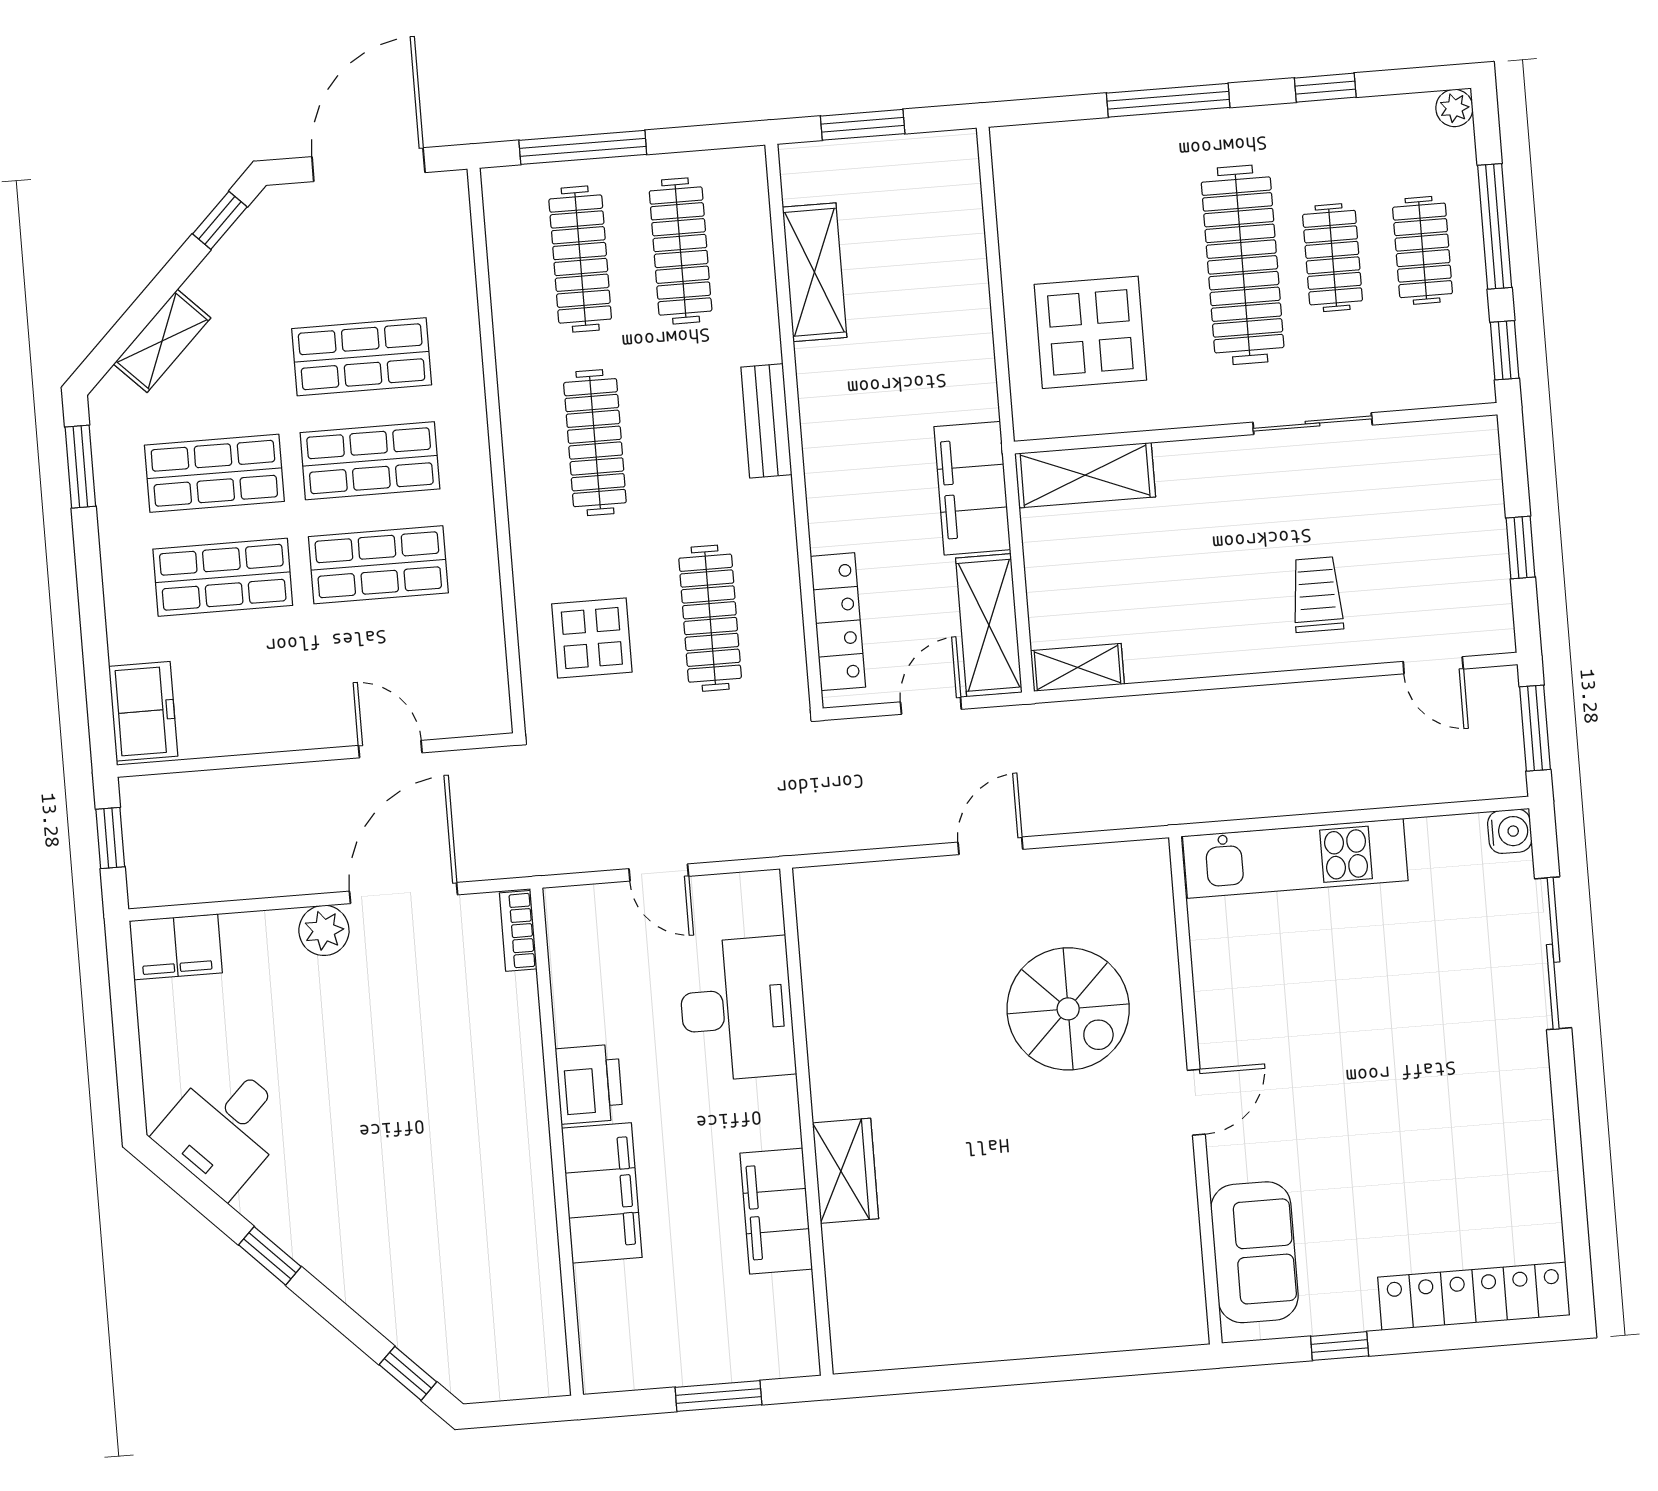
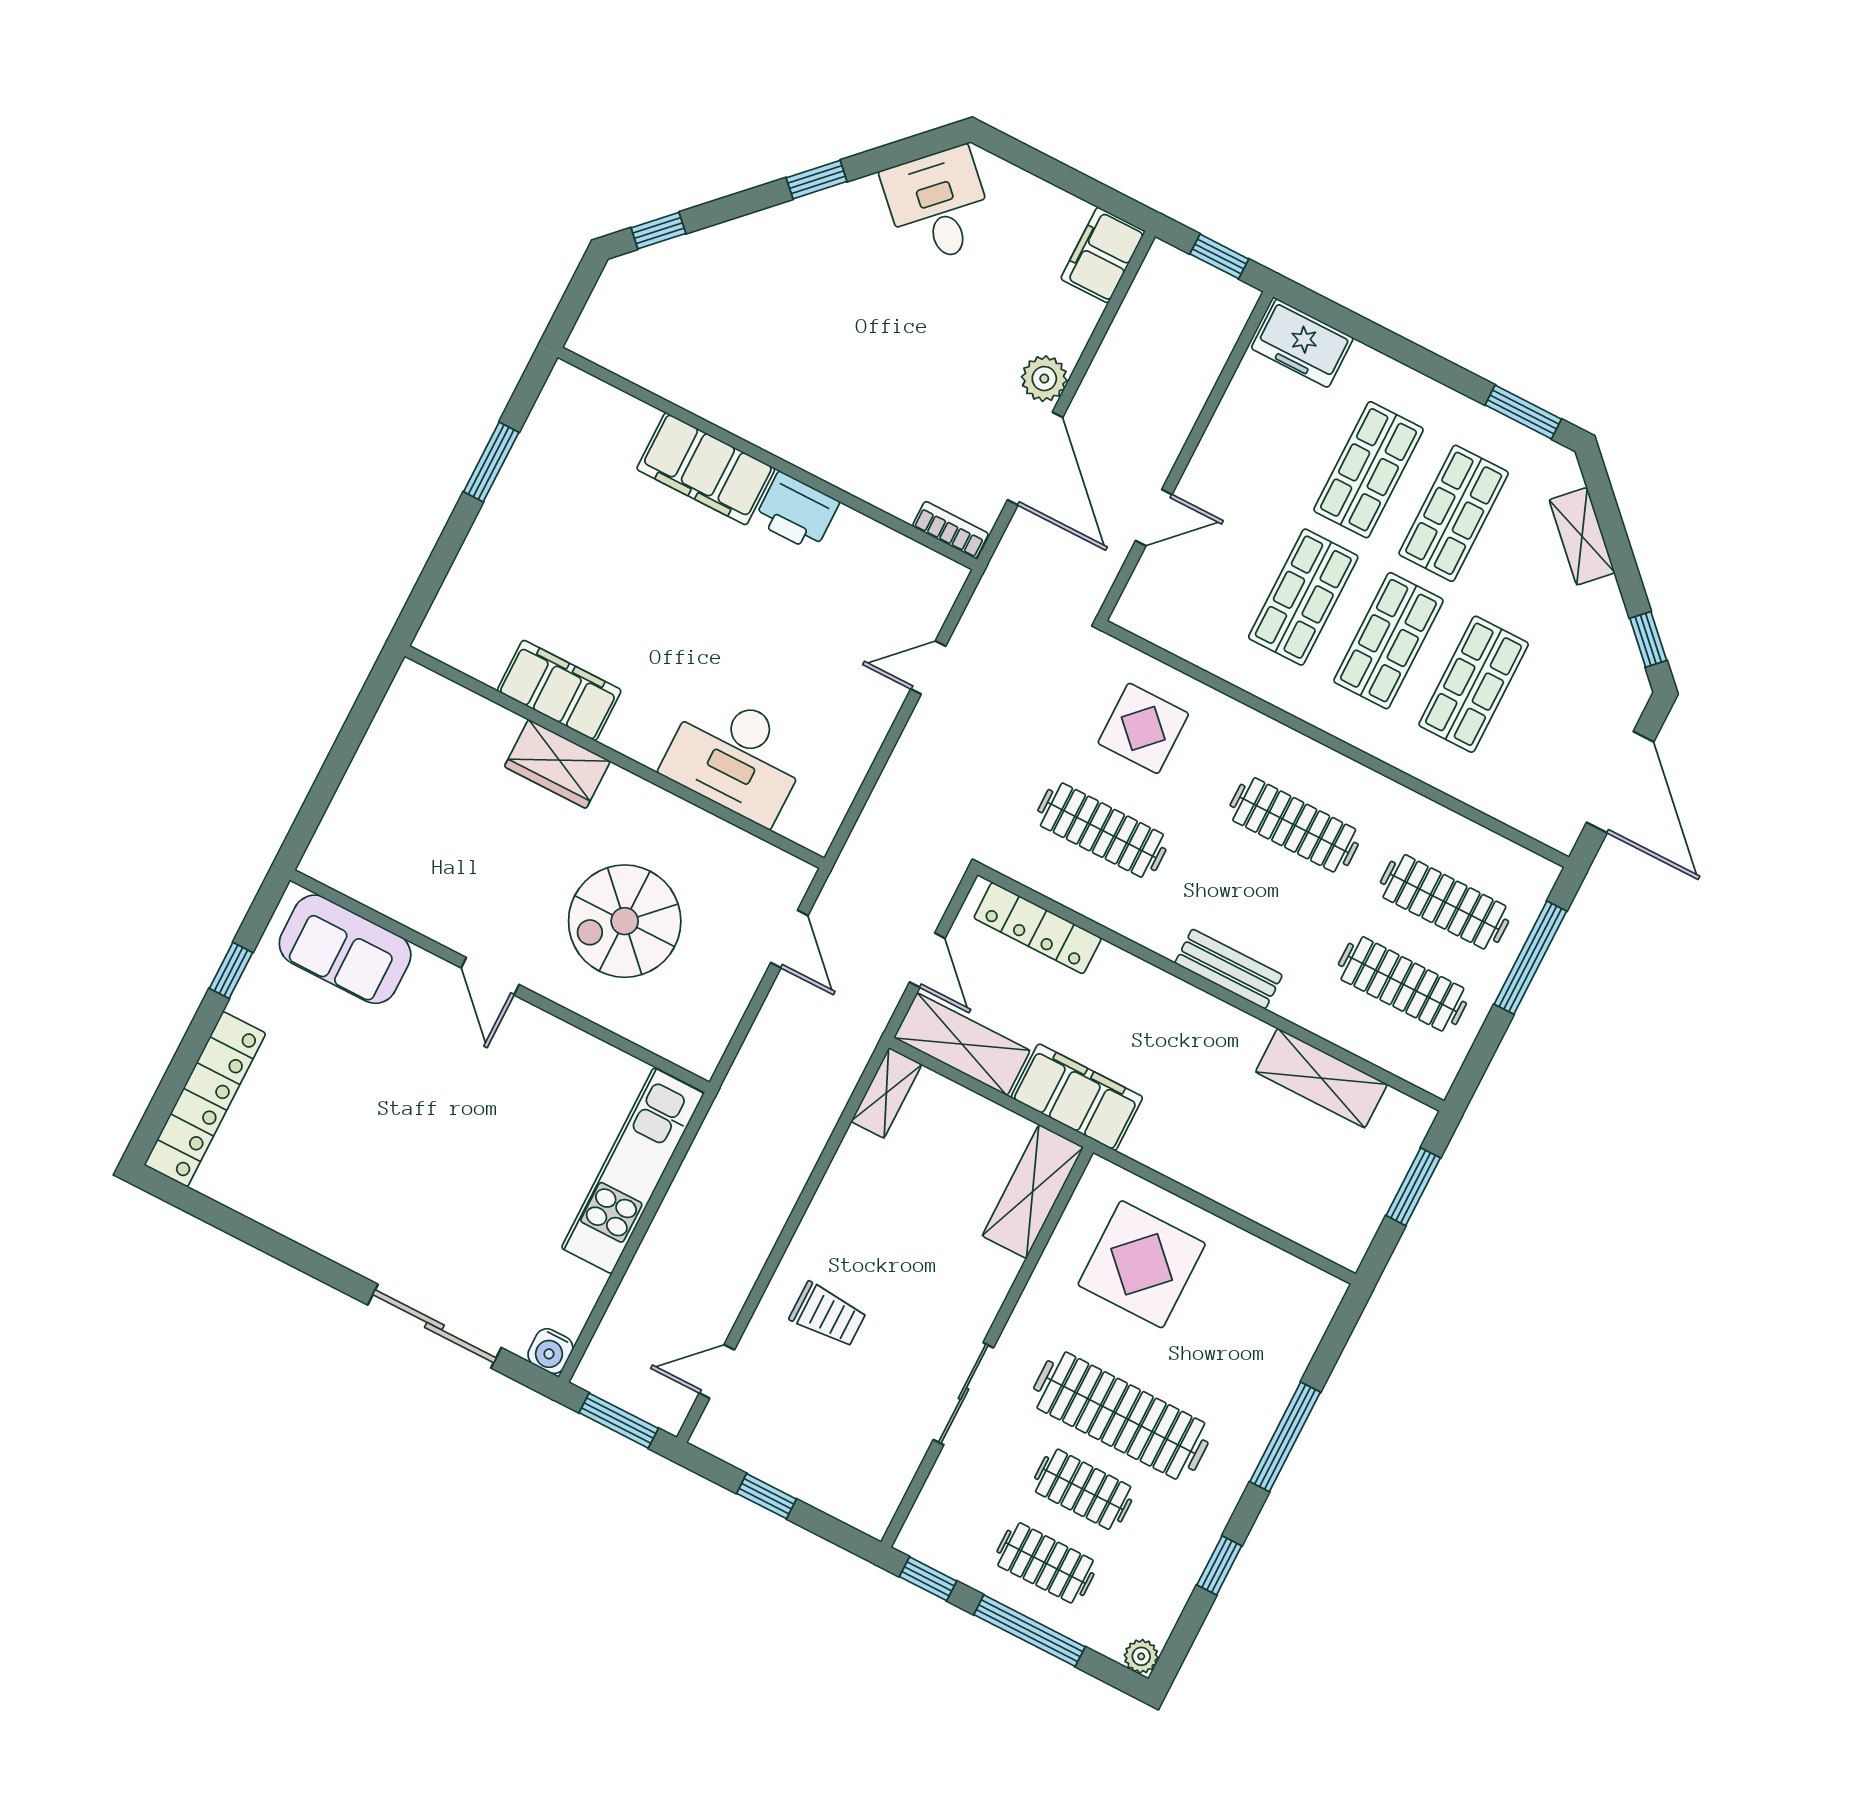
desk: (737, 1009) -> (736, 757), moved
wall: (806, 1122) -> (615, 757), moved
wardrobe: (845, 1171) -> (557, 764), moved
filing cabinet: (776, 1211) -> (559, 690), moved

